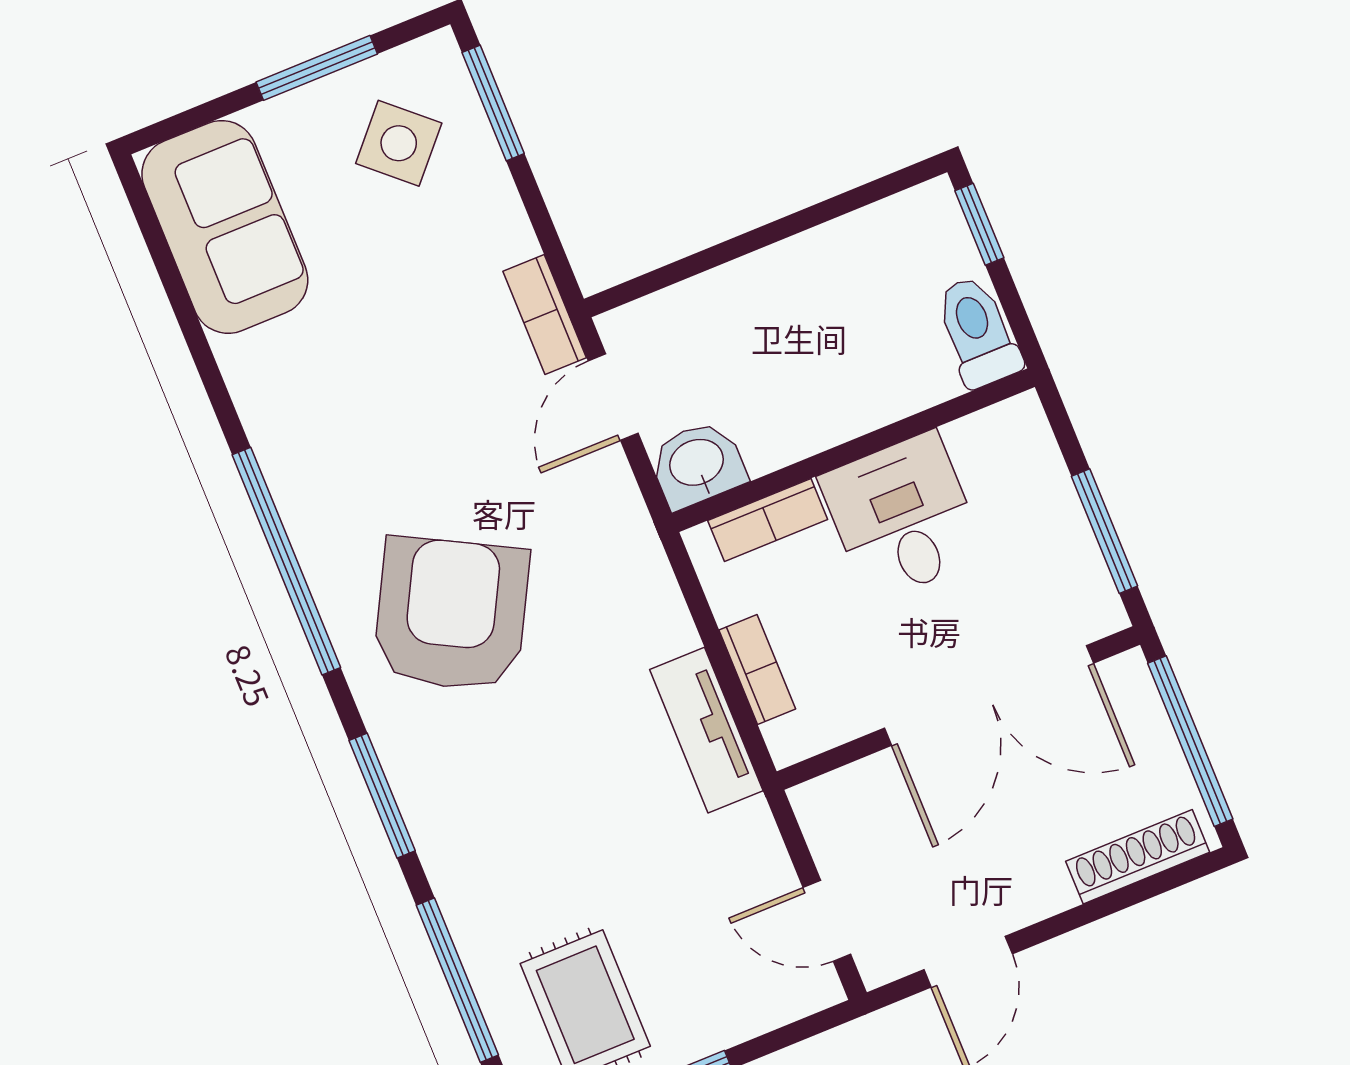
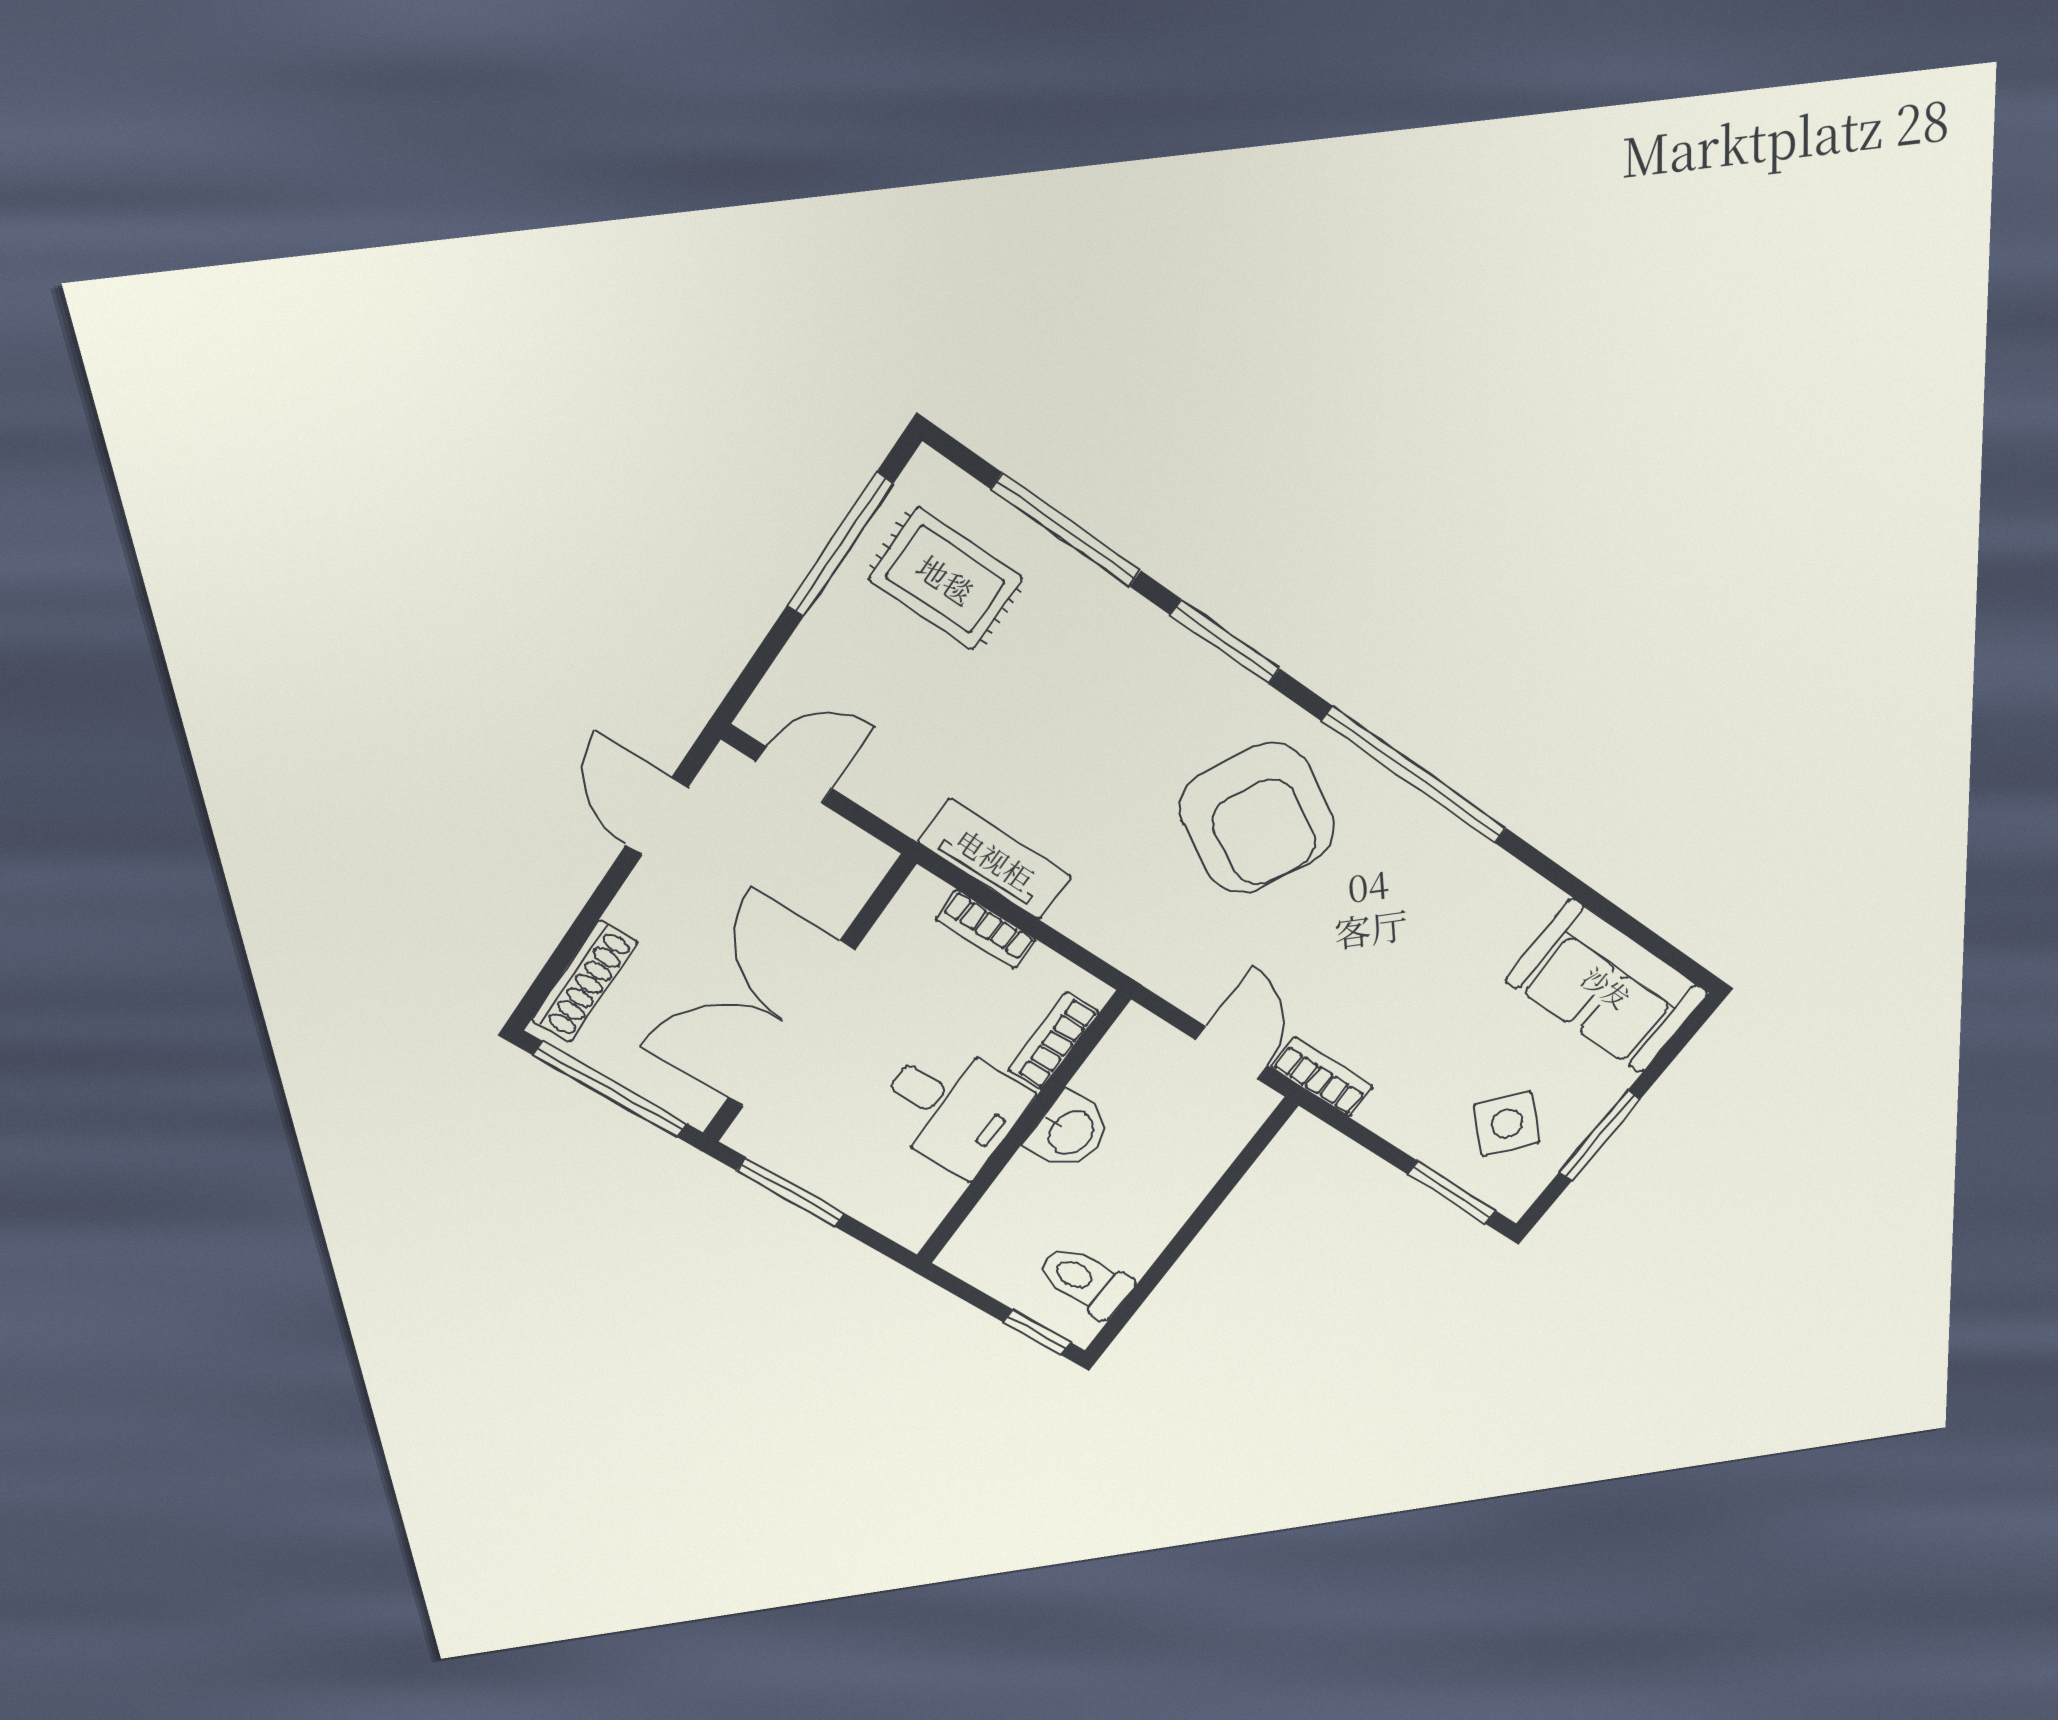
toilet: (978, 332) -> (1085, 1281), moved, turned 180
washbasin: (697, 464) -> (1070, 1132), moved

